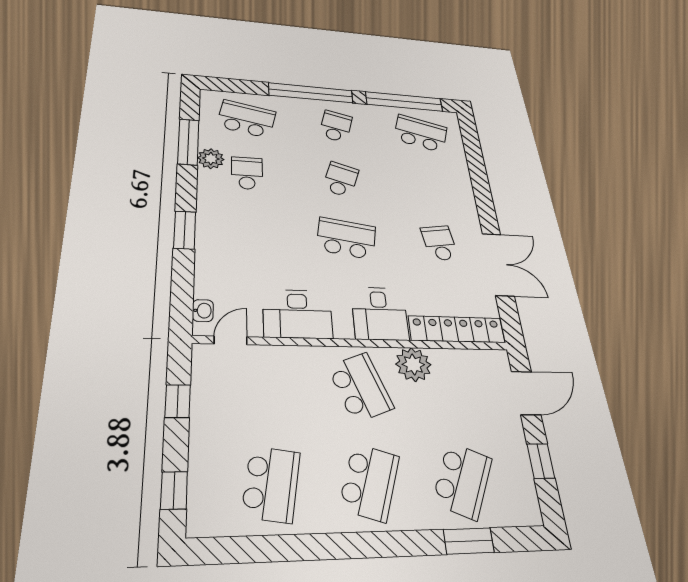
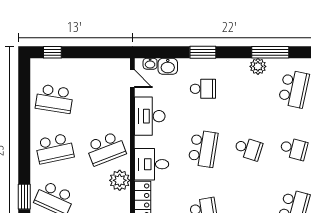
school desk: (247, 173) -> (203, 89), moved
washbasin: (208, 283) -> (168, 66), added
window: (178, 401) -> (97, 52), removed
school desk: (369, 482) -> (54, 149), turned -30

